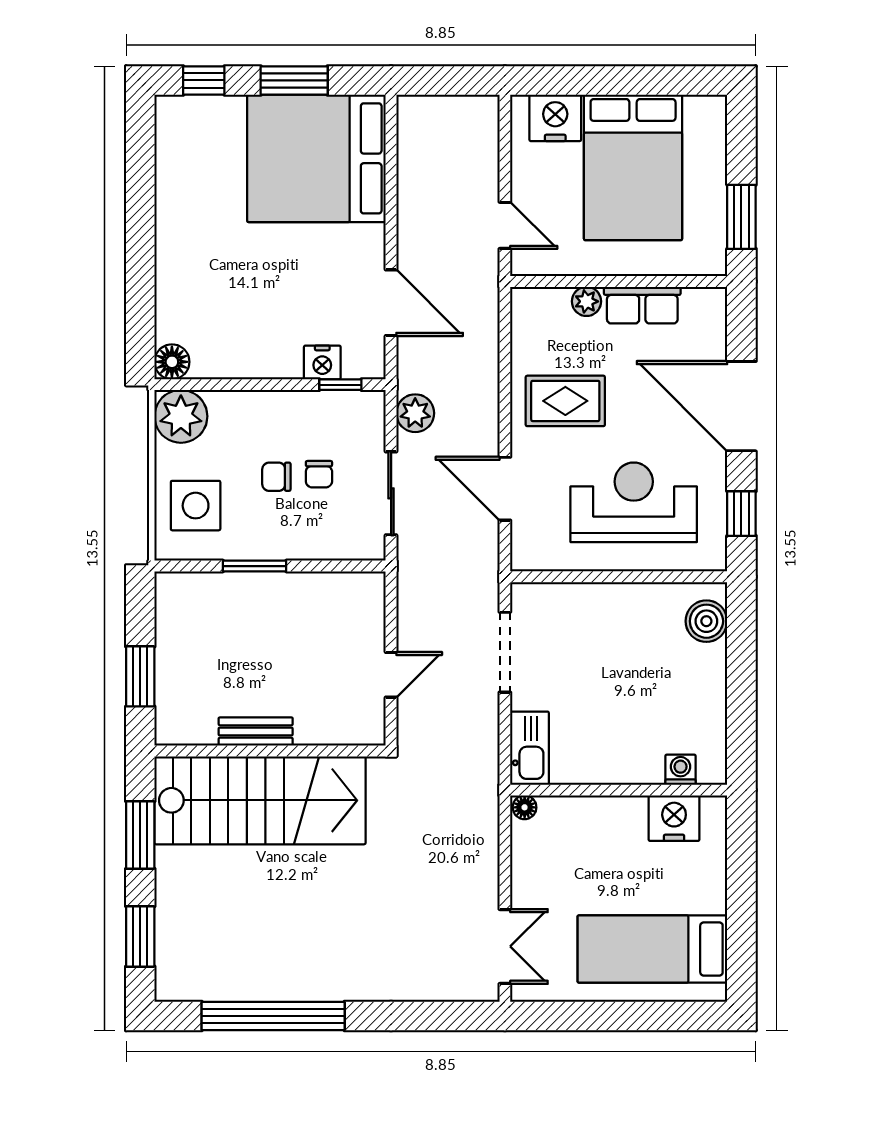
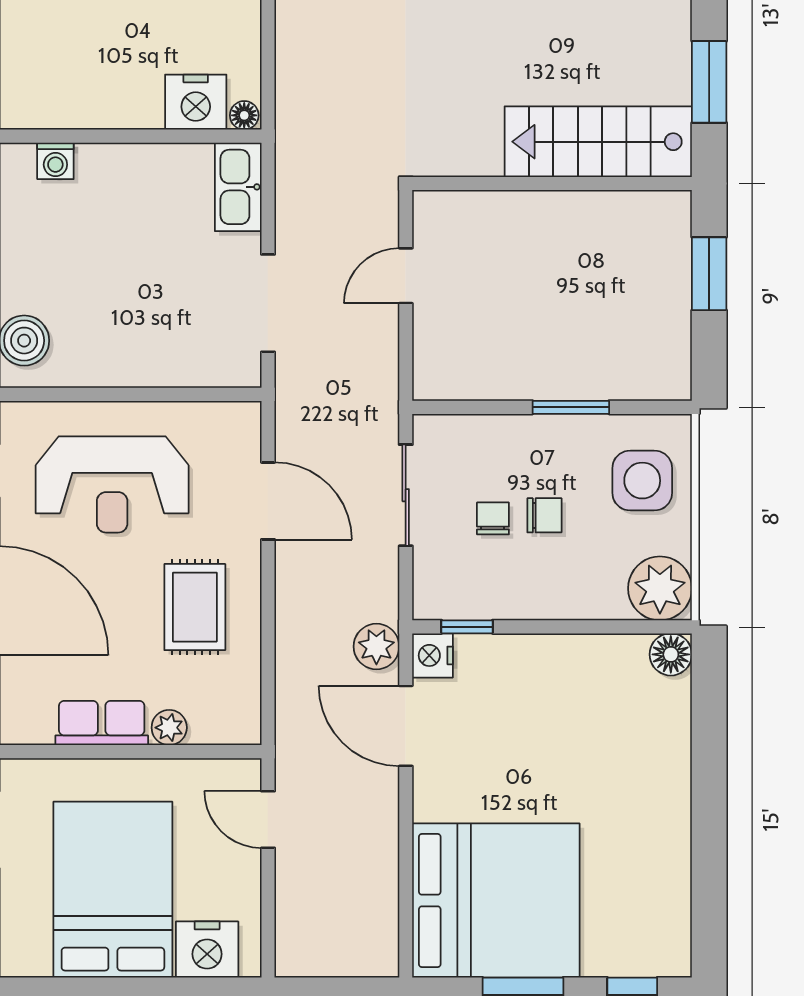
nightstand: (322, 362) -> (433, 655), moved, turned -90
rug: (565, 401) -> (195, 607), turned 90
plant: (415, 413) -> (376, 646), moved
bench: (256, 731) -> (570, 207), removed
stairs: (260, 800) -> (598, 142), width x0.73, depth x0.66
nightstand: (674, 818) -> (196, 102), moved

